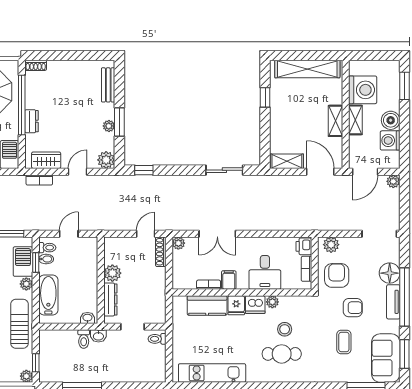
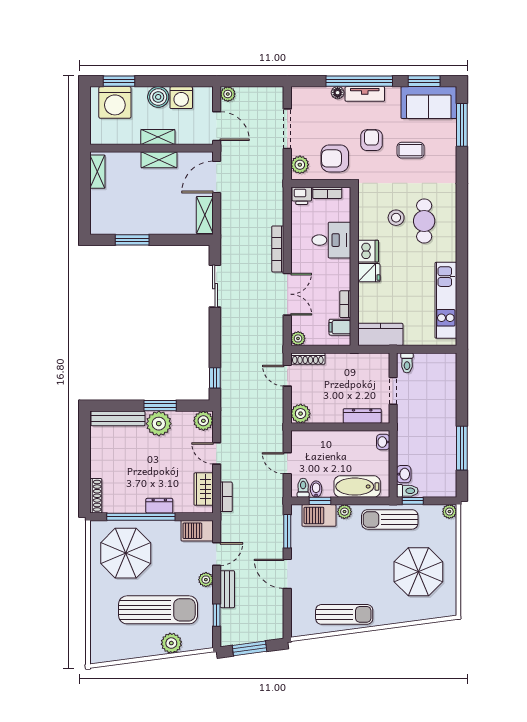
shoe rack: (36, 65) -> (96, 496), width x1.43
shelving: (307, 69) -> (97, 172), width x0.45, depth x0.75
bench: (108, 85) -> (118, 418), width x1.36
washing machine: (363, 90) -> (115, 102), moved, turned 180
window: (265, 97) -> (132, 240), width x1.50
plant: (109, 126) -> (159, 424), width x1.88, depth x1.88
bookcase: (257, 225) -> (278, 249), added
doorway: (379, 234) -> (287, 129), moved
plant: (112, 273) -> (301, 414), moved
floor lamp: (390, 273) -> (338, 93), width x0.53, depth x0.53
filing cabinet: (229, 280) -> (340, 327), moved
plant: (272, 302) -> (365, 232), removed
kitchen counter: (207, 306) -> (380, 334), moved, turned -90
washbasin: (98, 336) -> (404, 474), moved
toilet: (84, 339) -> (407, 491), moved
window: (36, 363) -> (413, 501), moved

